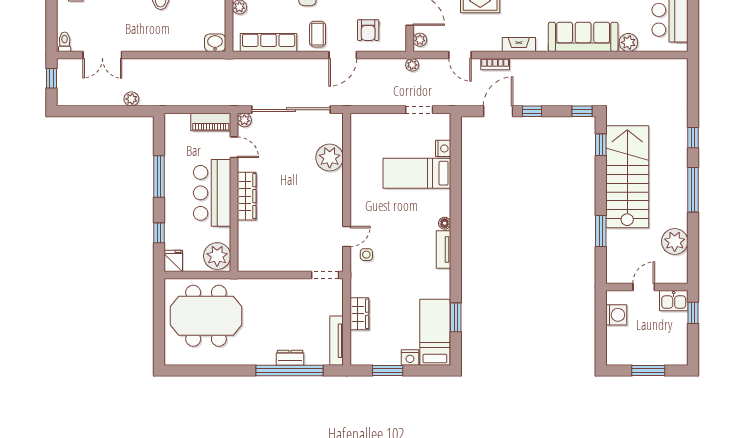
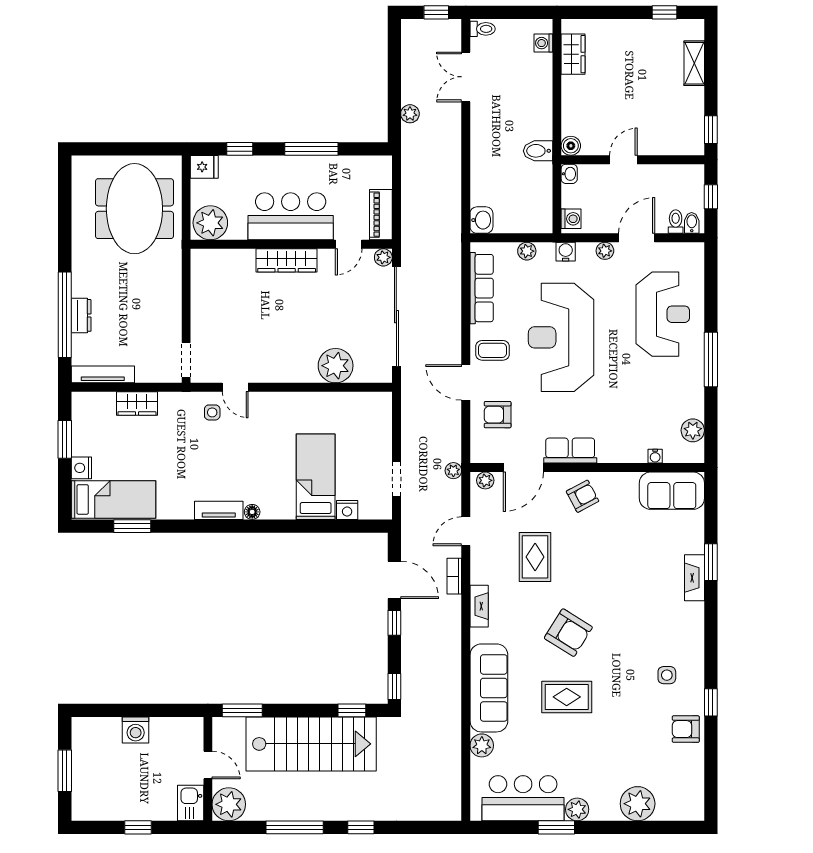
door: (644, 287) -> (208, 765), moved
wall: (647, 287) -> (208, 769), moved
kitchen sink: (674, 301) -> (191, 803), moved

